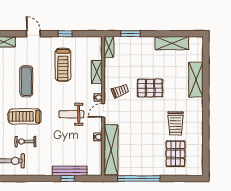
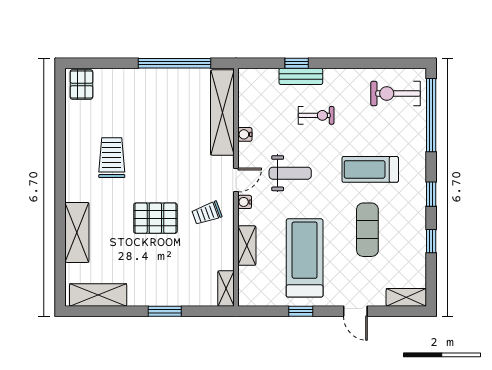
window: (131, 34) -> (165, 311), moved
shelving: (172, 43) -> (98, 295), moved
treadmill: (63, 65) -> (305, 258), width x1.37, depth x1.38
treadmill: (25, 116) -> (370, 169), turned 180
exercise bike: (25, 141) -> (316, 115), moved
pallet: (176, 154) -> (81, 84), moved, width x0.67, depth x0.71
bench: (70, 171) -> (301, 76), width x0.73

